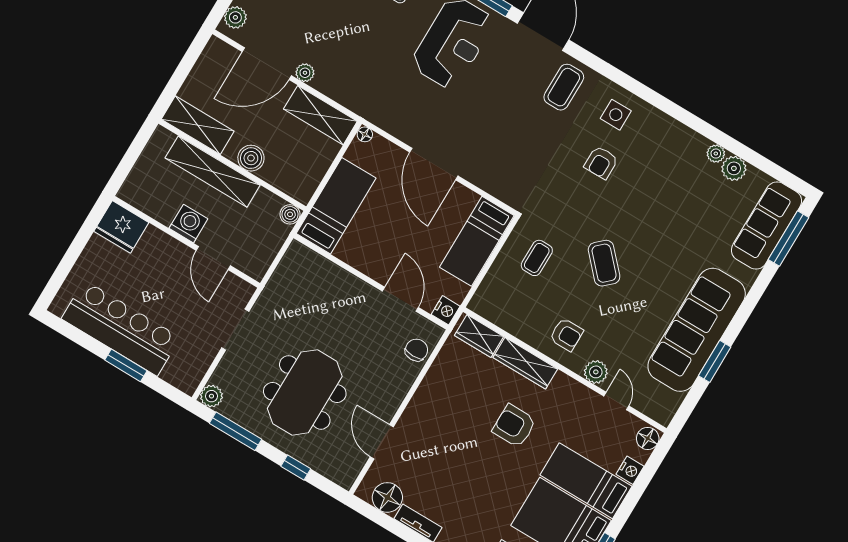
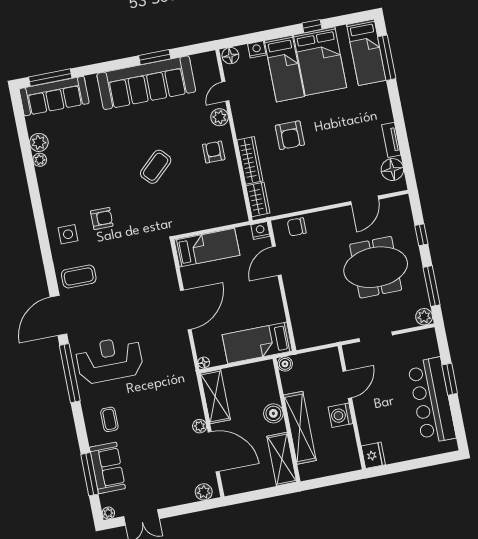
fridge: (121, 227) -> (373, 455), width x0.73, depth x0.75
coffee table: (537, 258) -> (186, 206), removed

